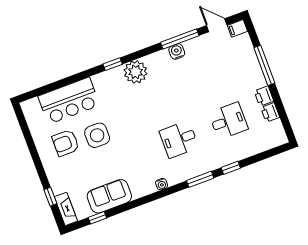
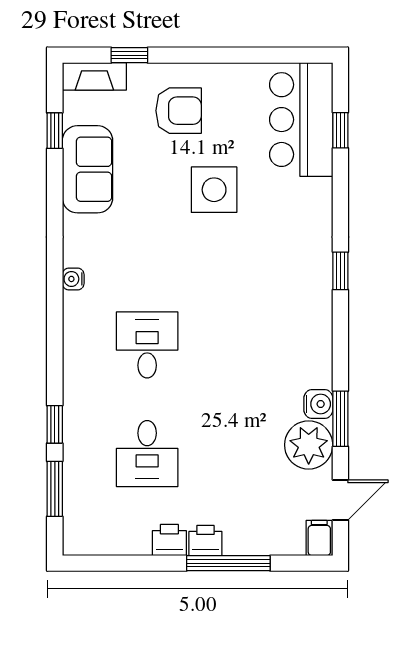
window: (180, 39) -> (340, 419), width x0.69
plant: (136, 72) -> (309, 445), moved
window: (49, 88) -> (340, 130), added
bar counter: (69, 101) -> (301, 120), moved
printer: (270, 112) -> (205, 541), moved
armchair: (66, 143) -> (179, 111), moved, turned 90
window: (200, 179) -> (55, 489), moved

